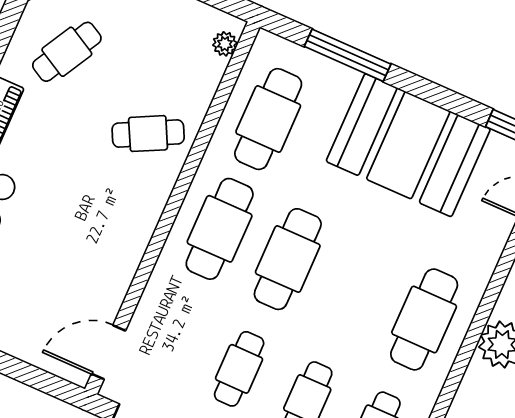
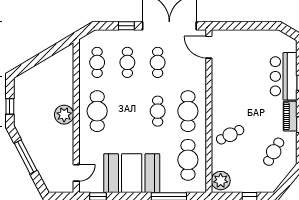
plant: (225, 44) -> (221, 181), width x1.88, depth x1.88
cafe table: (288, 259) -> (158, 111), width x0.73, depth x0.74
door: (108, 352) -> (209, 47), swing flipped

